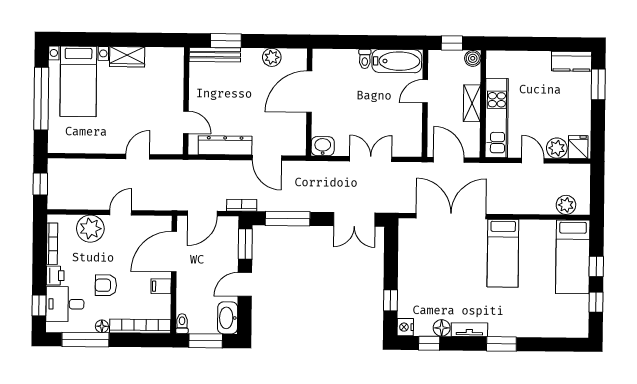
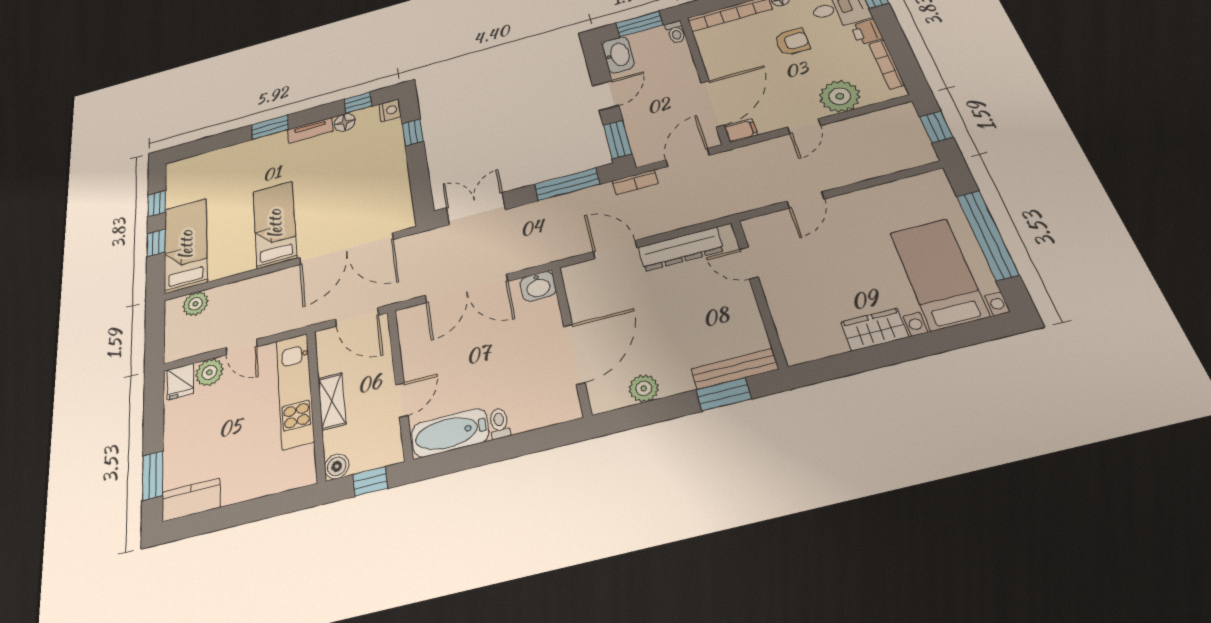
double door: (371, 159) -> (466, 288), width x1.37
filing cabinet: (161, 286) -> (741, 131), moved

